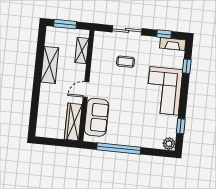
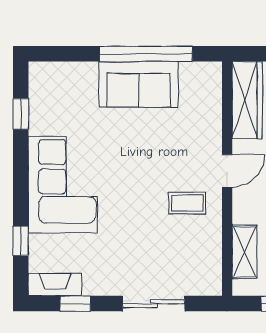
coffee table: (126, 62) -> (187, 203), moved
sofa: (97, 117) -> (139, 84), moved, turned -90
plant: (169, 144) -> (42, 75), removed

